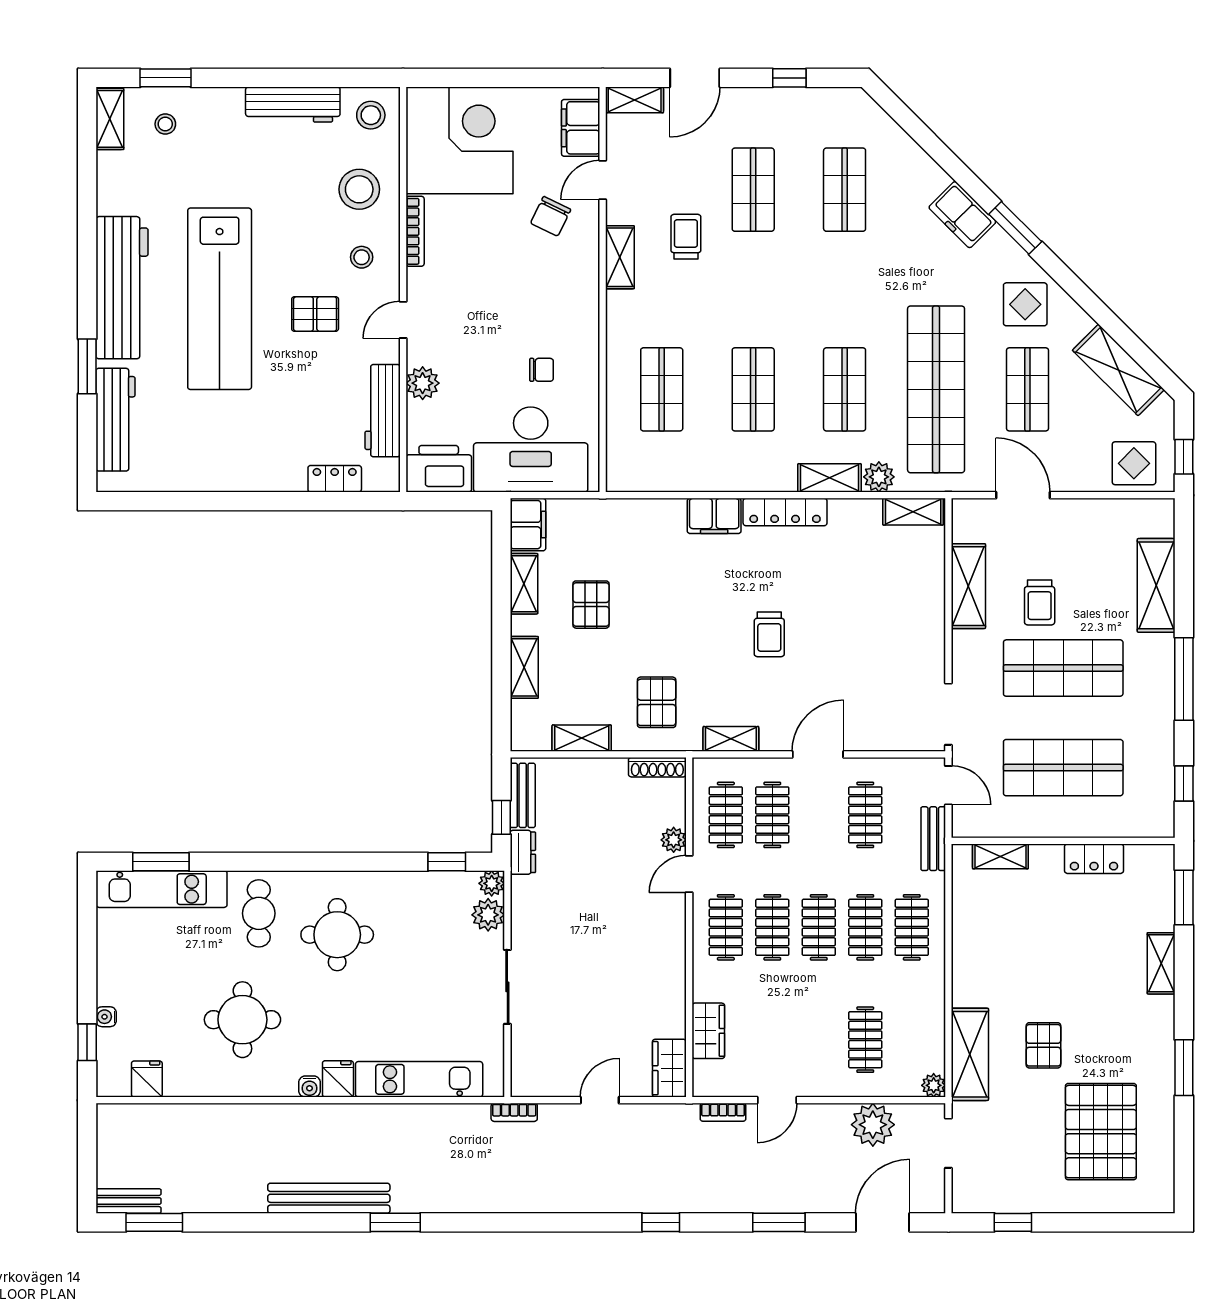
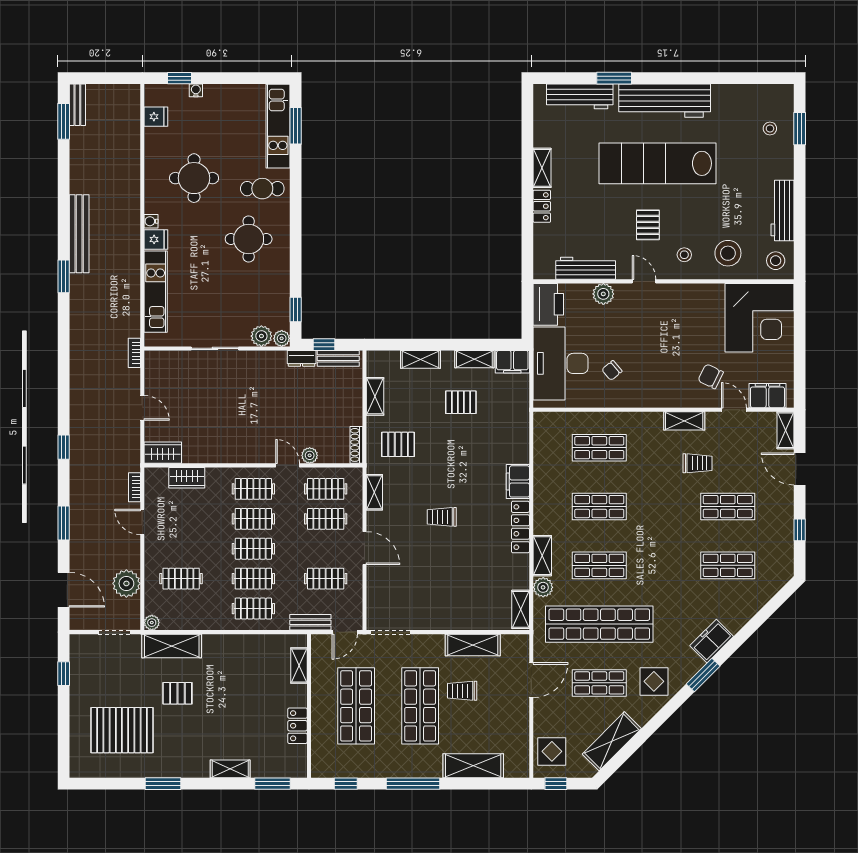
shelving: (110, 119) -> (542, 168), moved, turned 90
bookcase: (415, 231) -> (701, 289), removed
chair: (541, 370) -> (612, 370), turned 50
locker: (335, 479) -> (542, 206), moved

